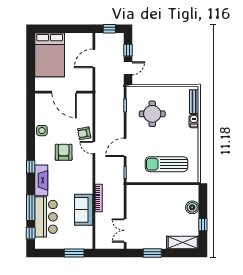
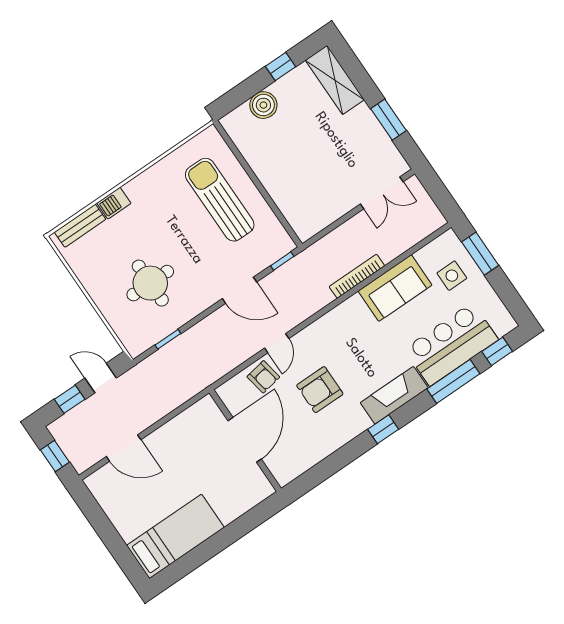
bed: (50, 55) -> (175, 536), width x0.67
door: (64, 92) -> (245, 440), moved
wall: (64, 92) -> (245, 441), moved
side table: (42, 131) -> (452, 276), moved
sun lounger: (166, 164) -> (220, 200), turned 180

